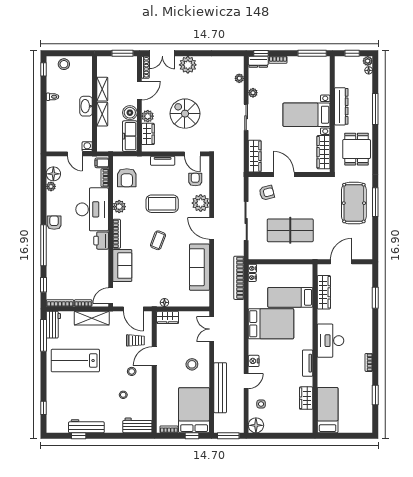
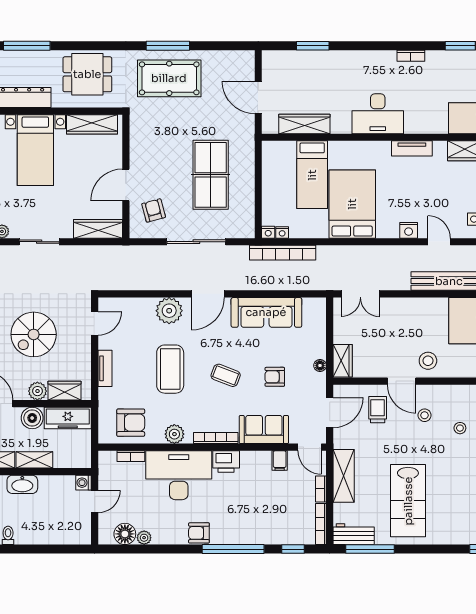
filing cabinet: (102, 163) -> (280, 461), moved
armchair: (195, 180) -> (275, 377), moved
stool: (192, 364) -> (428, 361), moved

